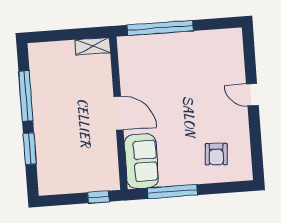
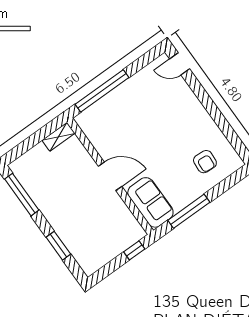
door: (252, 95) -> (180, 64), moved
window: (26, 96) -> (22, 195), moved

